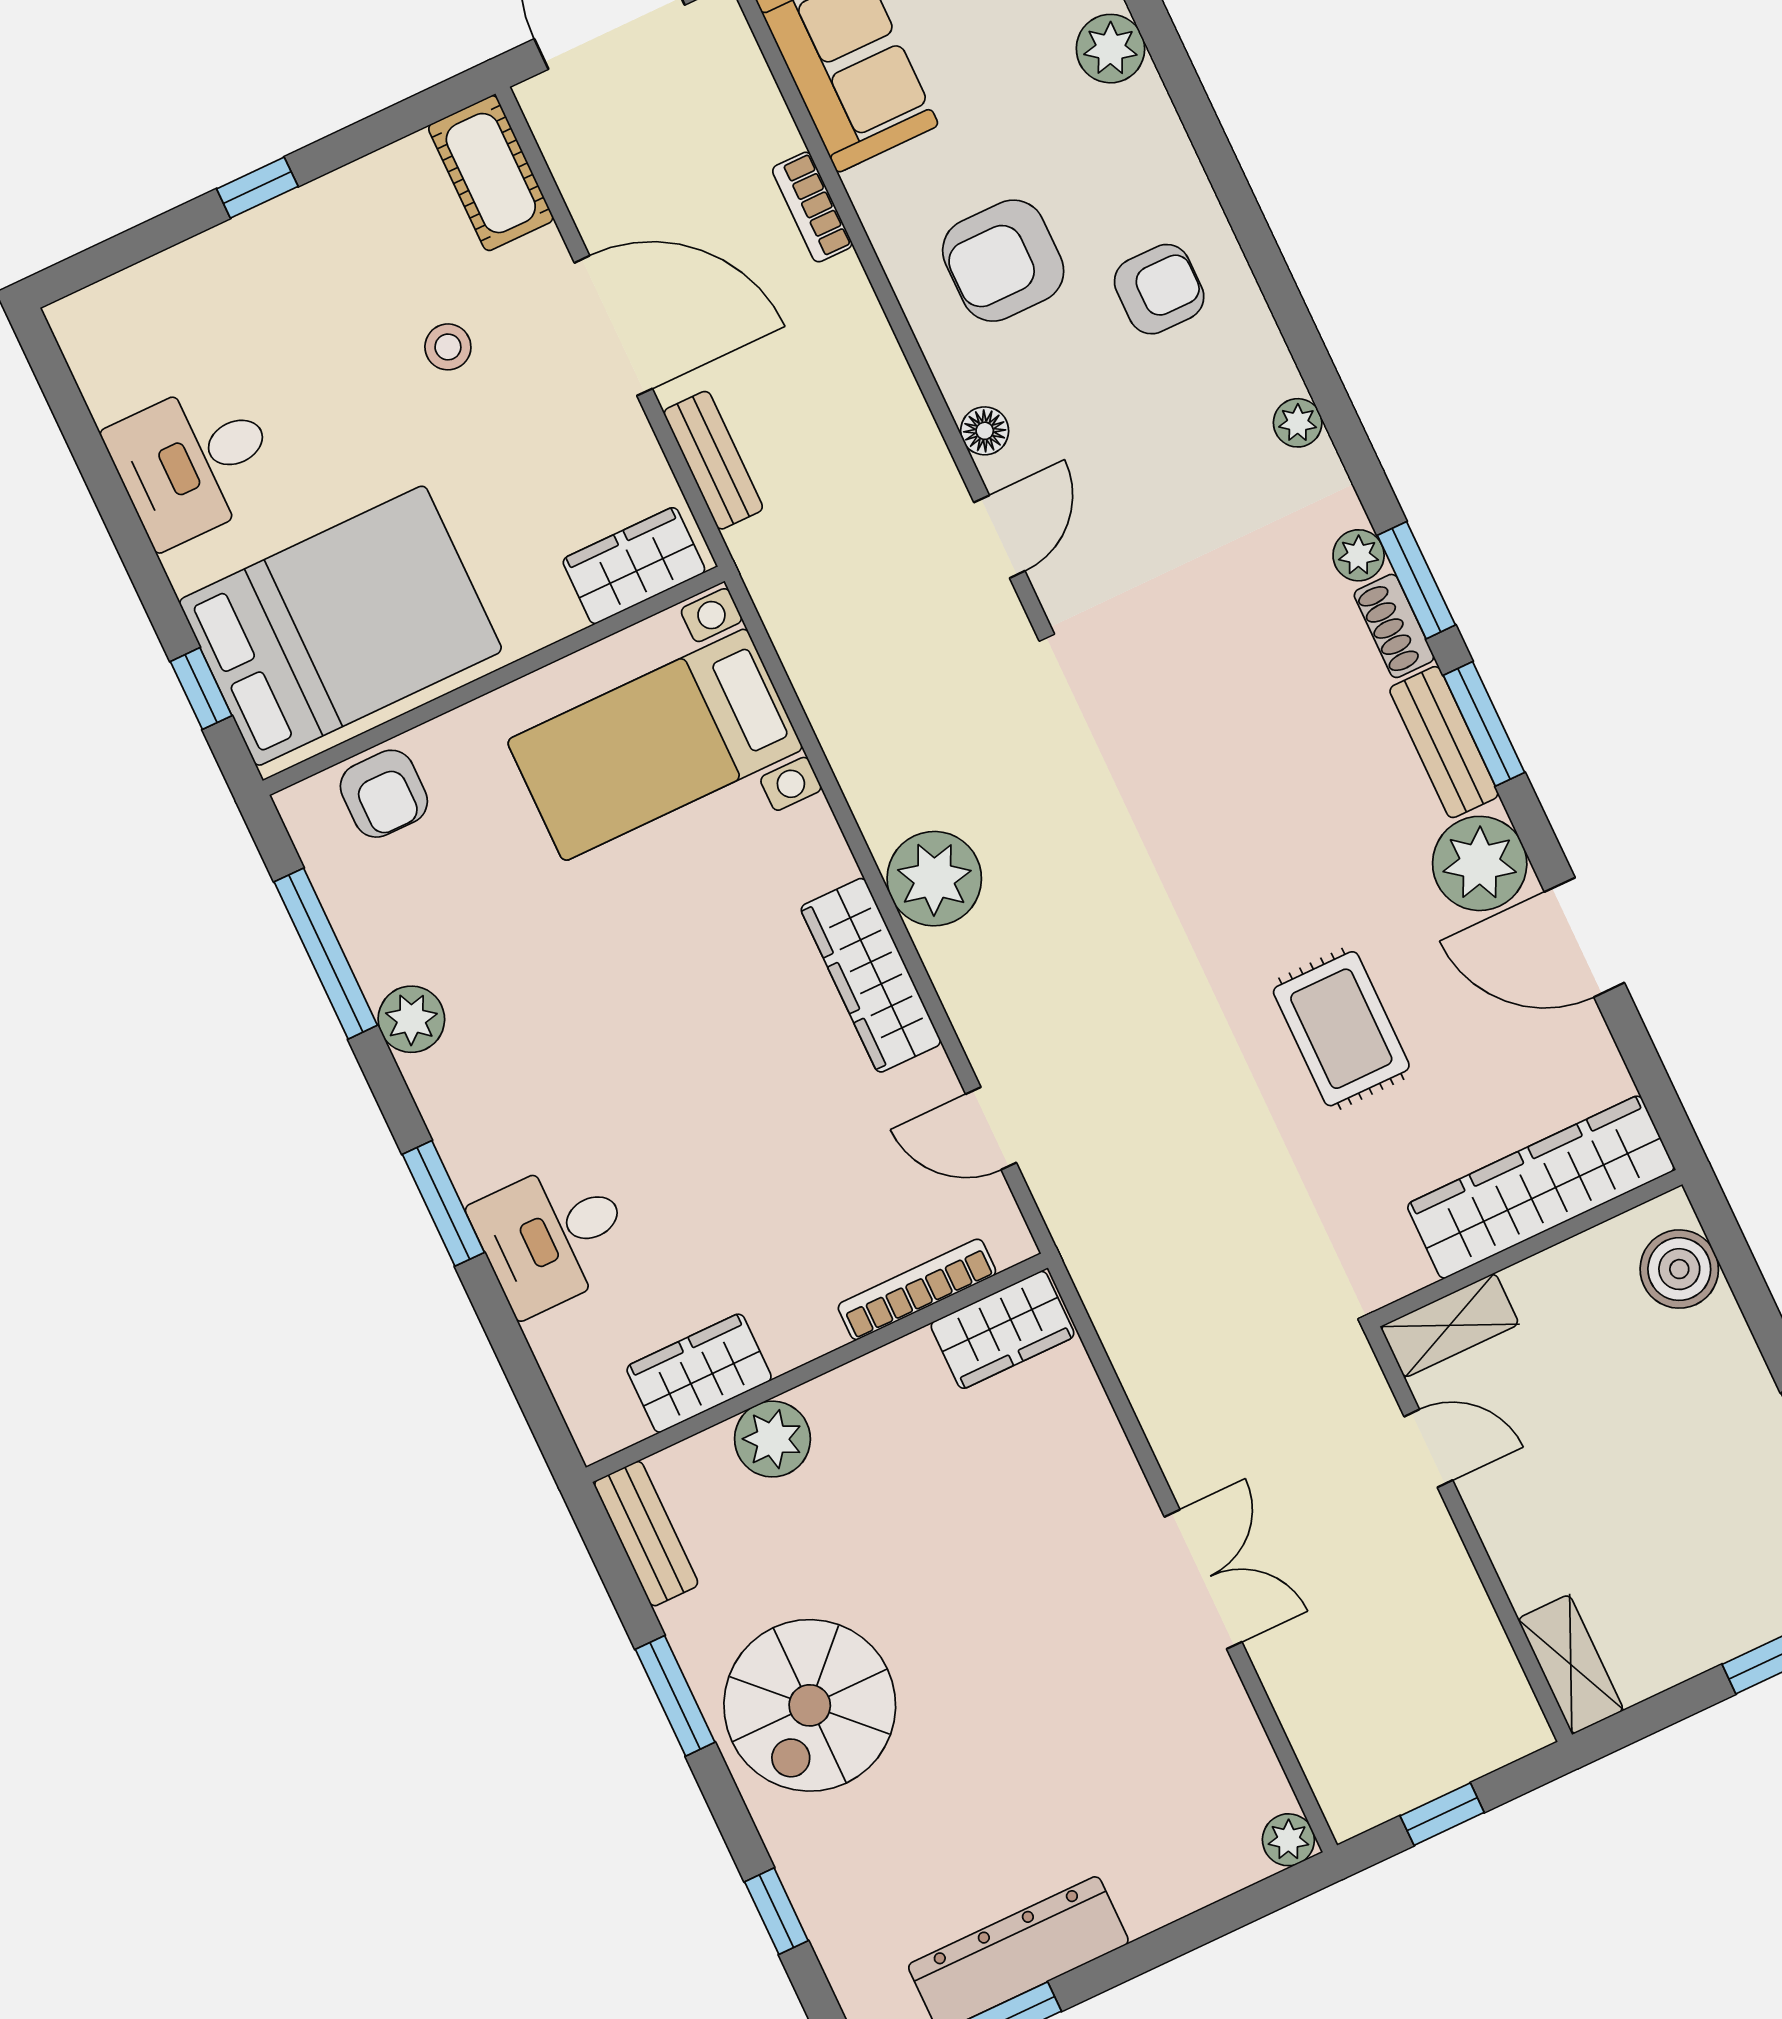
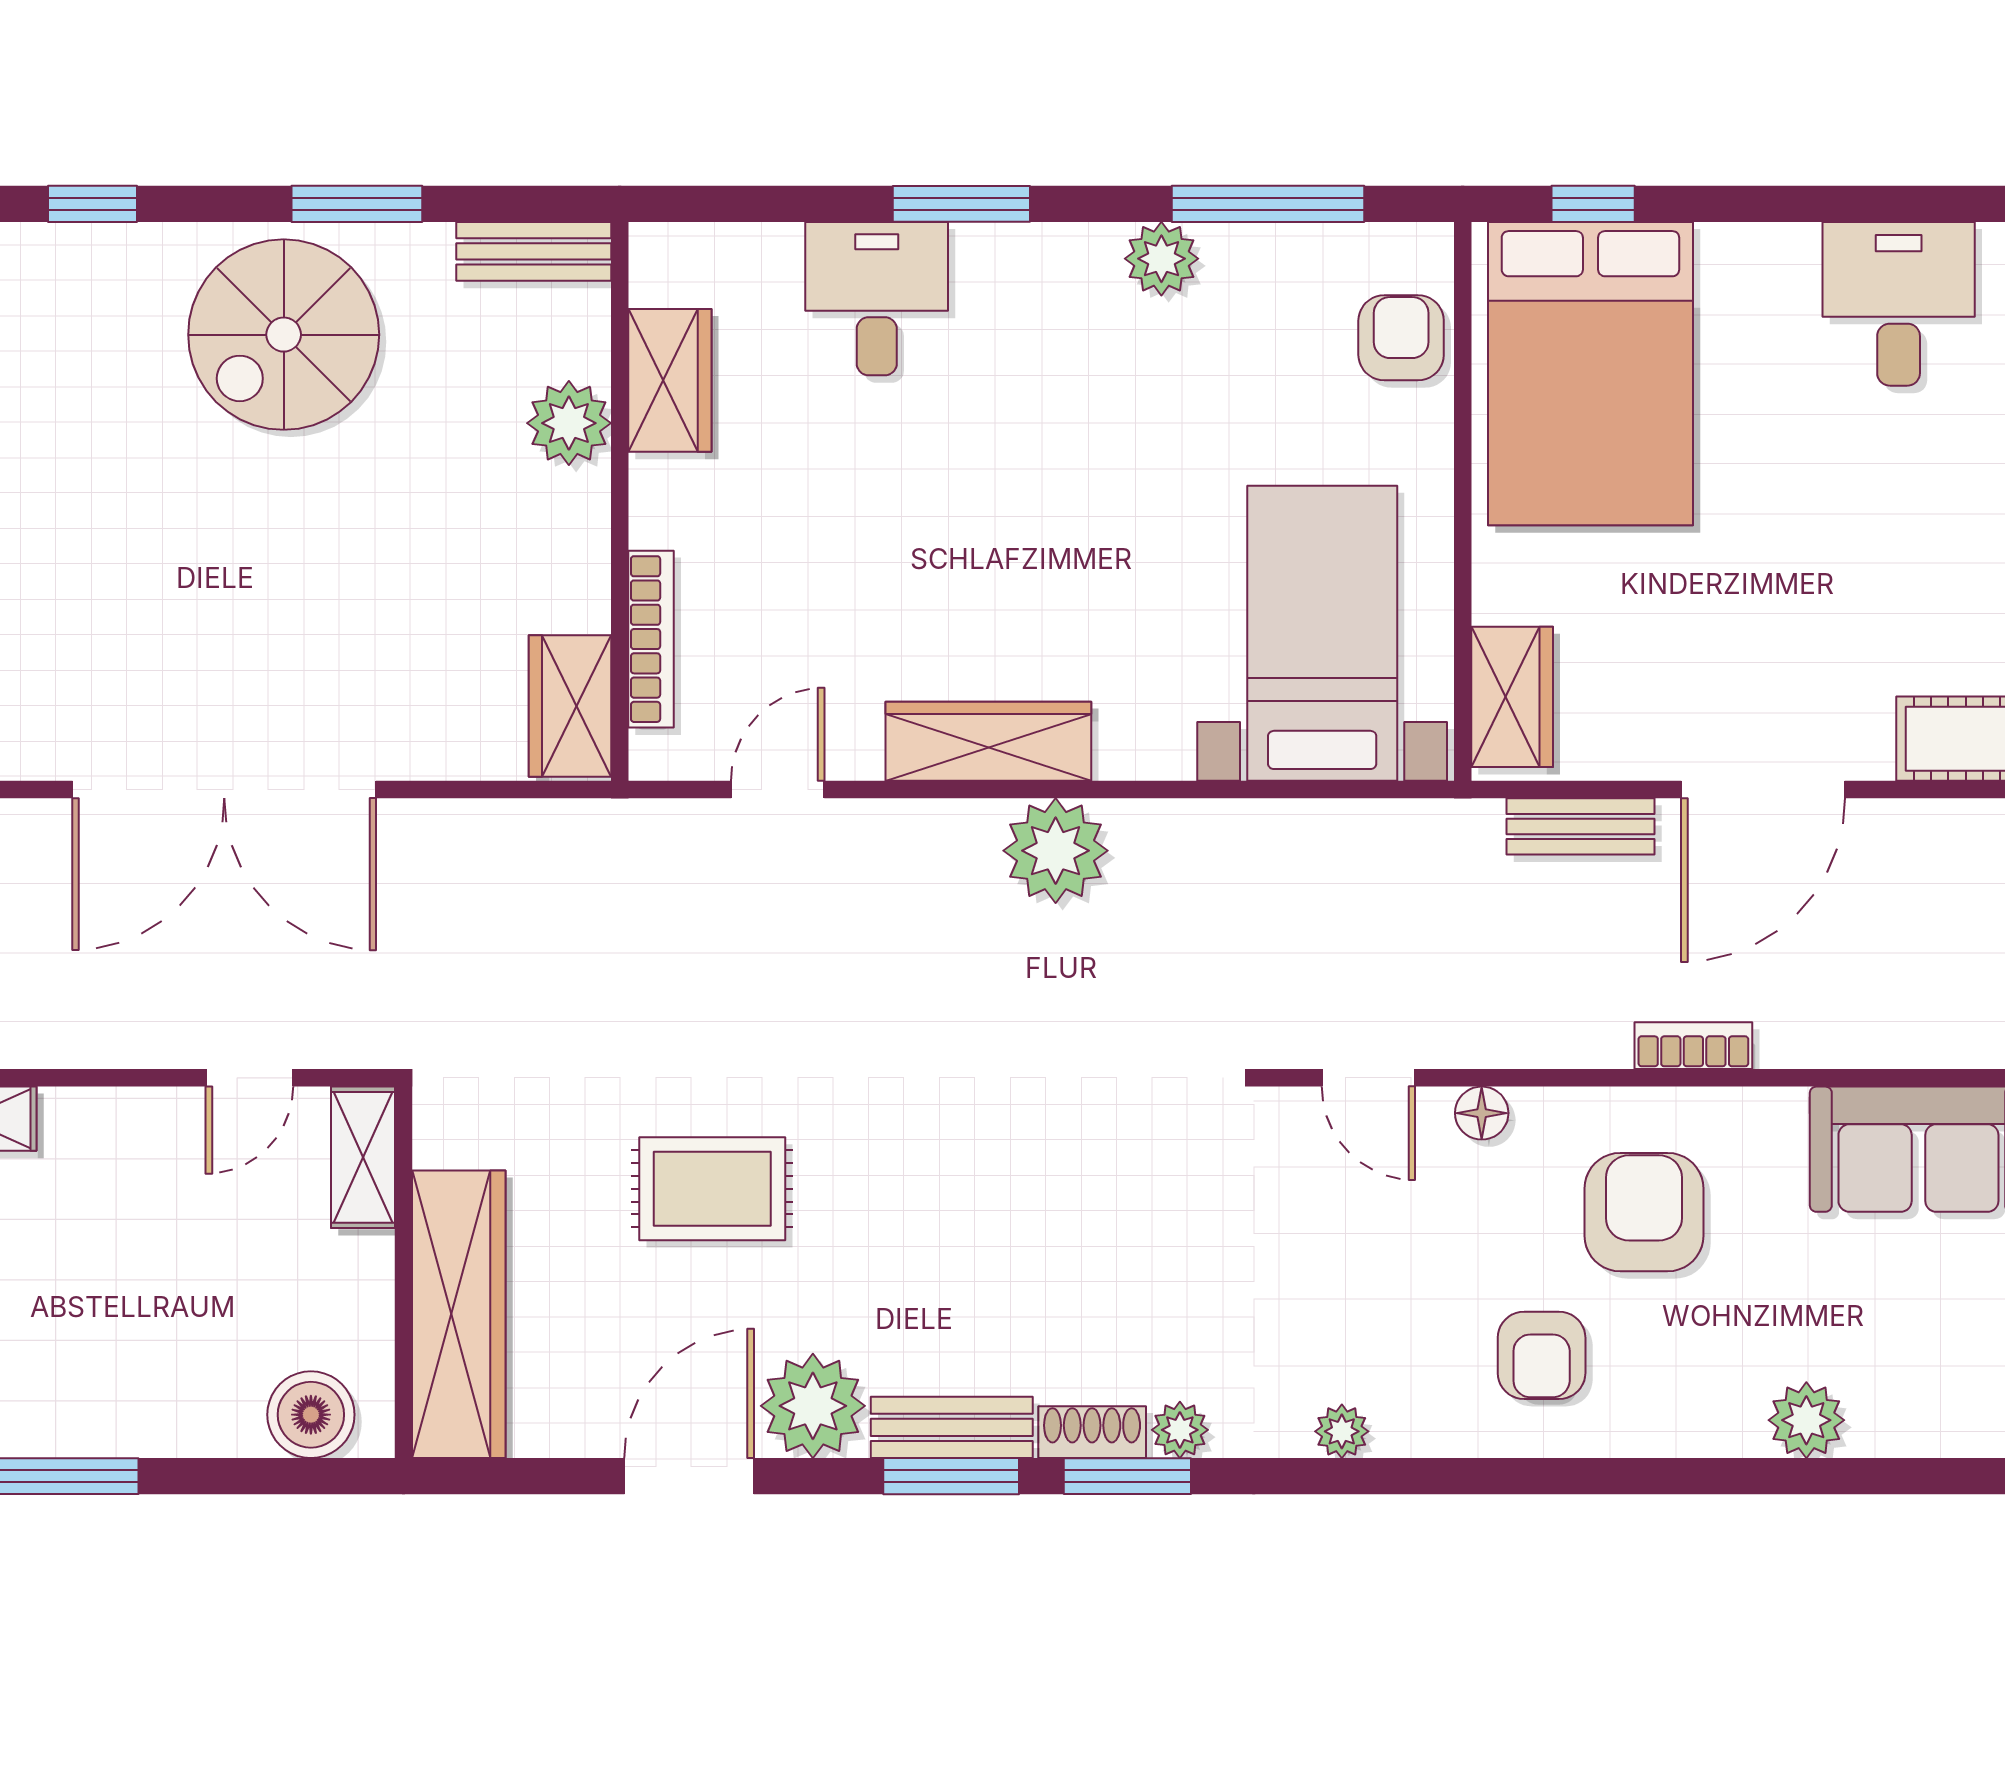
bookcase: (812, 207) -> (1693, 1046), moved
stool: (448, 347) -> (1820, 613), removed
desk: (194, 462) -> (1899, 304), moved
armchair: (384, 794) -> (1401, 338), turned 90
double door: (1203, 1579) -> (224, 790), width x1.87
spiral stairs: (810, 1705) -> (284, 335), turned -90

